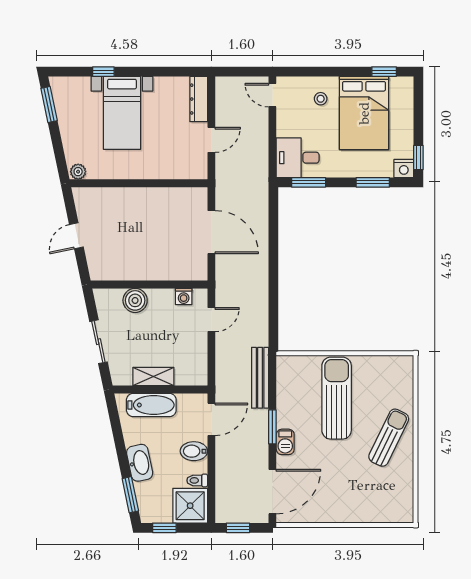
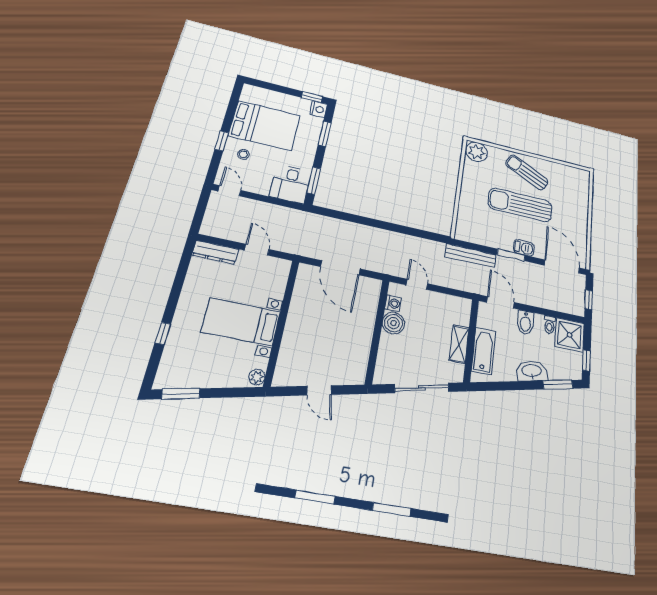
window: (384, 72) -> (222, 141), moved
door: (272, 95) -> (230, 191), swing flipped
bed with nightstands: (122, 113) -> (241, 322), moved, turned 180
door: (211, 232) -> (340, 268), swing flipped
boiler: (135, 300) -> (393, 323), moved
sliding door: (98, 342) -> (422, 388), width x1.37
plant: (400, 370) -> (477, 152), added
sun lounger: (337, 398) -> (520, 205), moved

